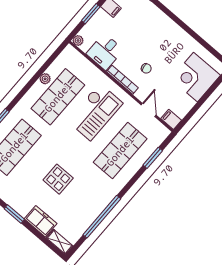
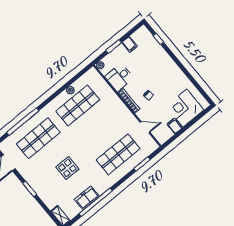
door: (149, 110) -> (145, 127), hinge flipped
checkout: (95, 112) -> (104, 122), removed
filing cabinet: (171, 119) -> (174, 126), moved
freezer: (41, 221) -> (87, 198), moved, turned -90

